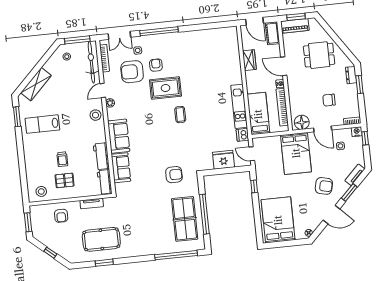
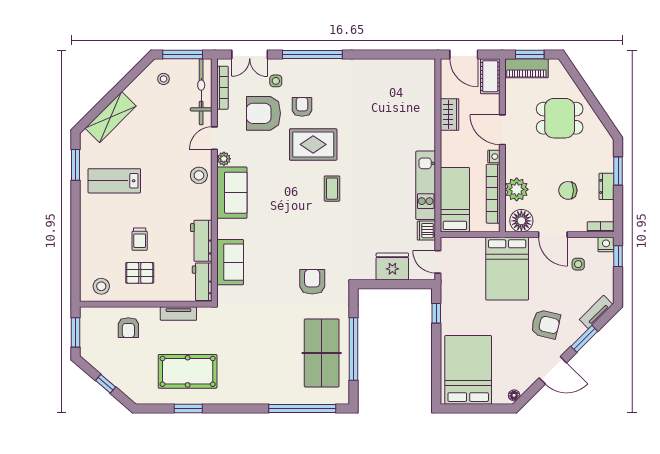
dresser: (351, 75) -> (607, 186), moved
plant: (297, 103) -> (517, 189), added
sofa: (119, 136) -> (232, 193), moved
armchair: (174, 175) -> (312, 282), turned -90

